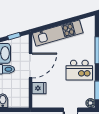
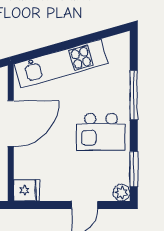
fridge: (39, 88) -> (27, 190), moved

